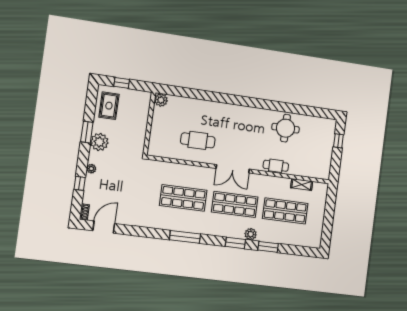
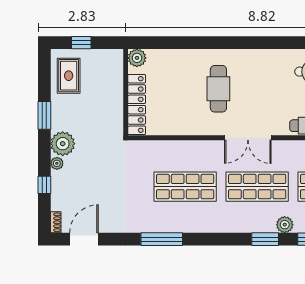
locker: (156, 134) -> (137, 104), added
cafe table: (198, 140) -> (218, 89), moved, turned 90
plant: (99, 142) -> (63, 144), moved
window: (185, 237) -> (162, 239), moved

